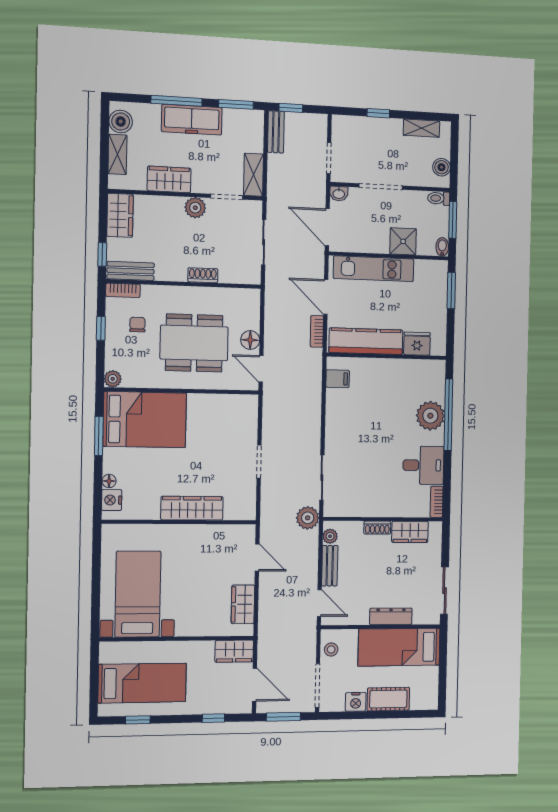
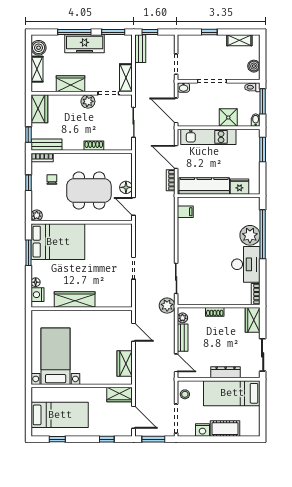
desk: (423, 465) -> (246, 264), width x1.37
wardrobe: (192, 508) -> (75, 300), moved
wardrobe: (410, 532) -> (253, 320), moved, turned 90

